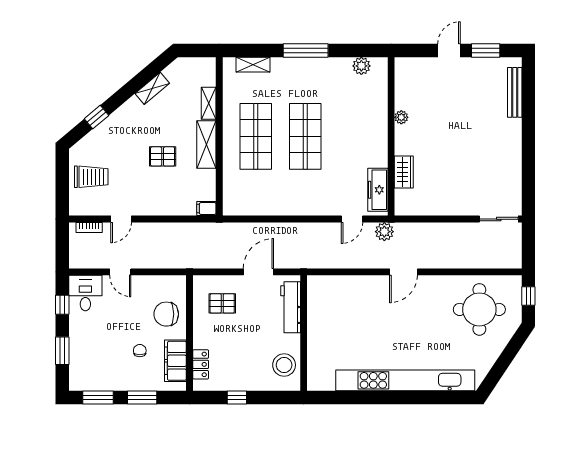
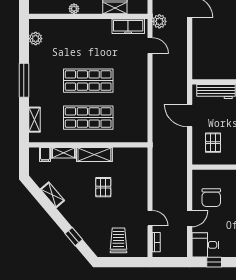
filing cabinet: (206, 209) -> (45, 154), moved
chair: (166, 314) -> (211, 198), moved

